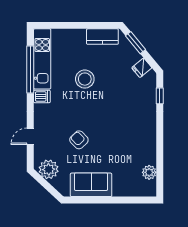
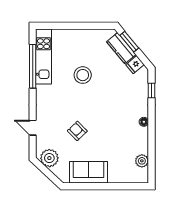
kitchen counter: (102, 37) -> (121, 48), moved, turned 50
dishwasher: (42, 96) -> (43, 91), removed
floor lamp: (151, 130) -> (144, 122), added
door: (30, 136) -> (33, 128), hinge flipped

